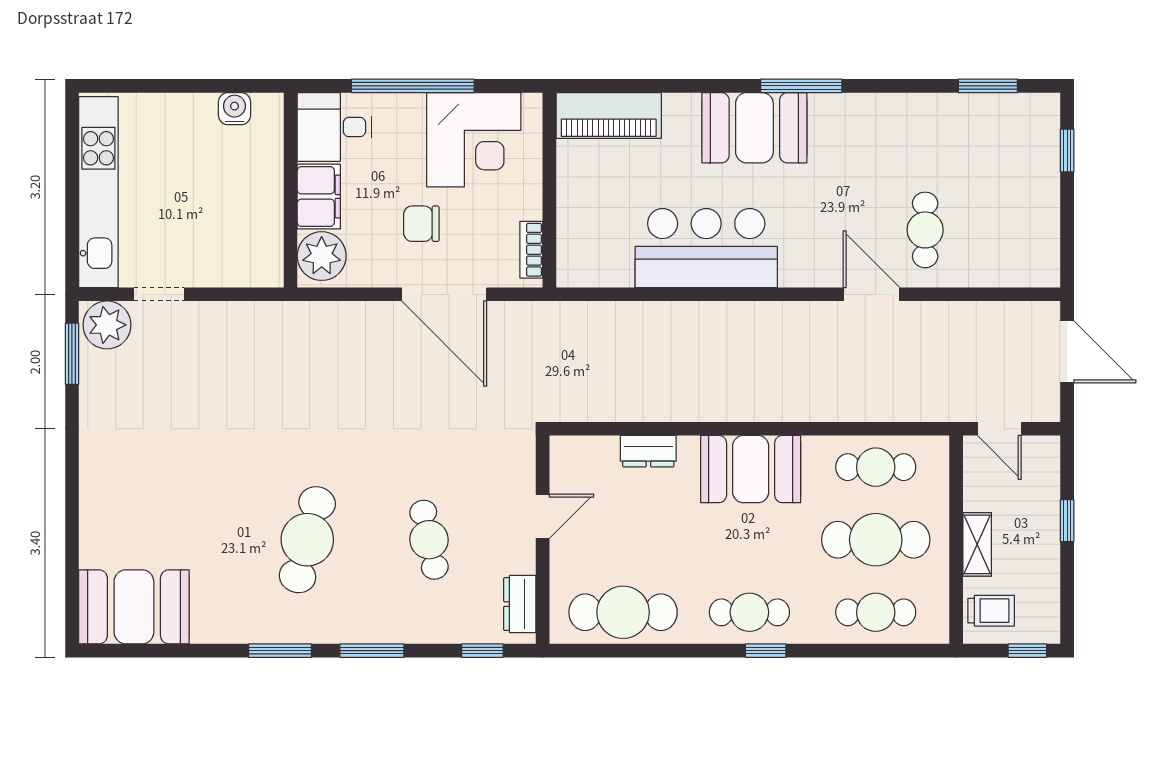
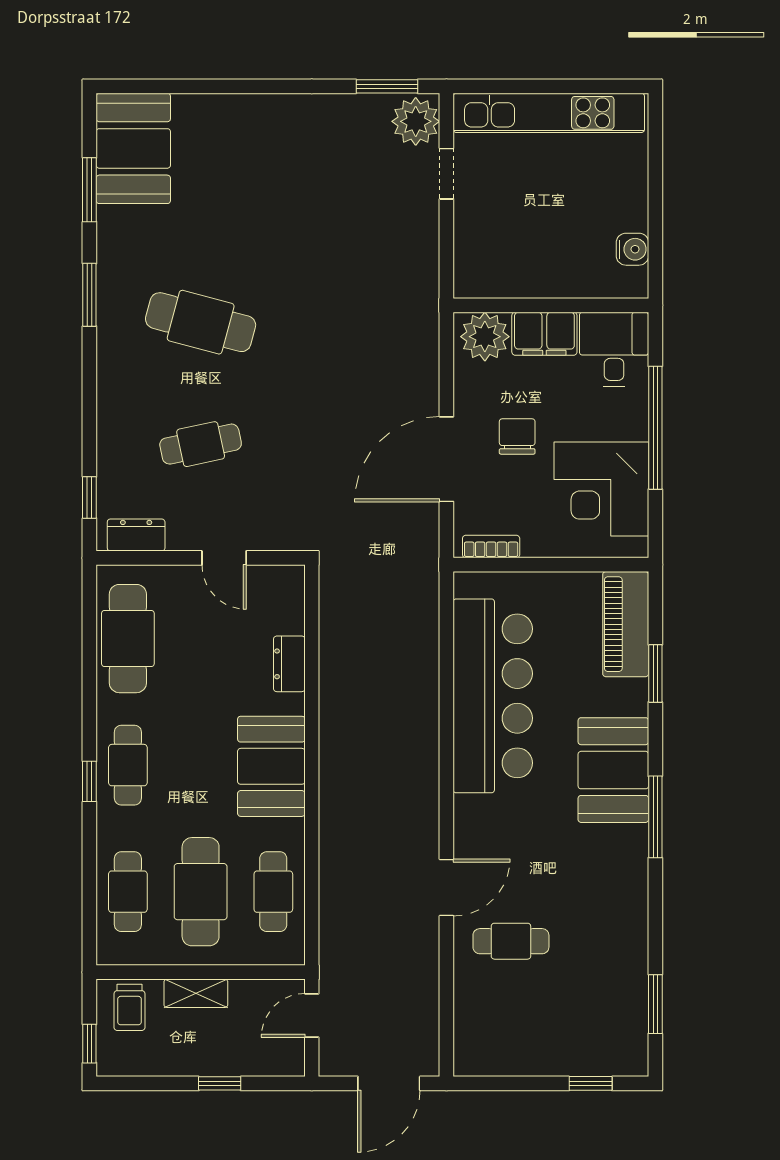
window: (658, 86) -> (655, 673), added
bar counter: (706, 248) -> (493, 696), width x1.36
window: (372, 651) -> (89, 190), moved

